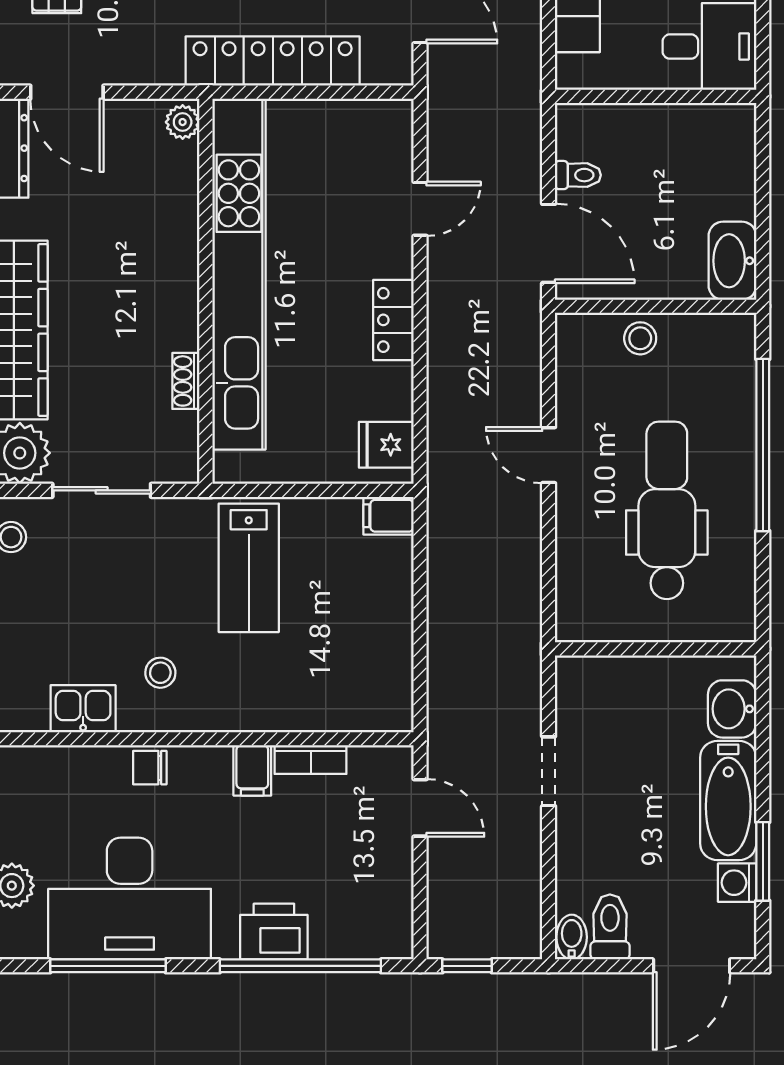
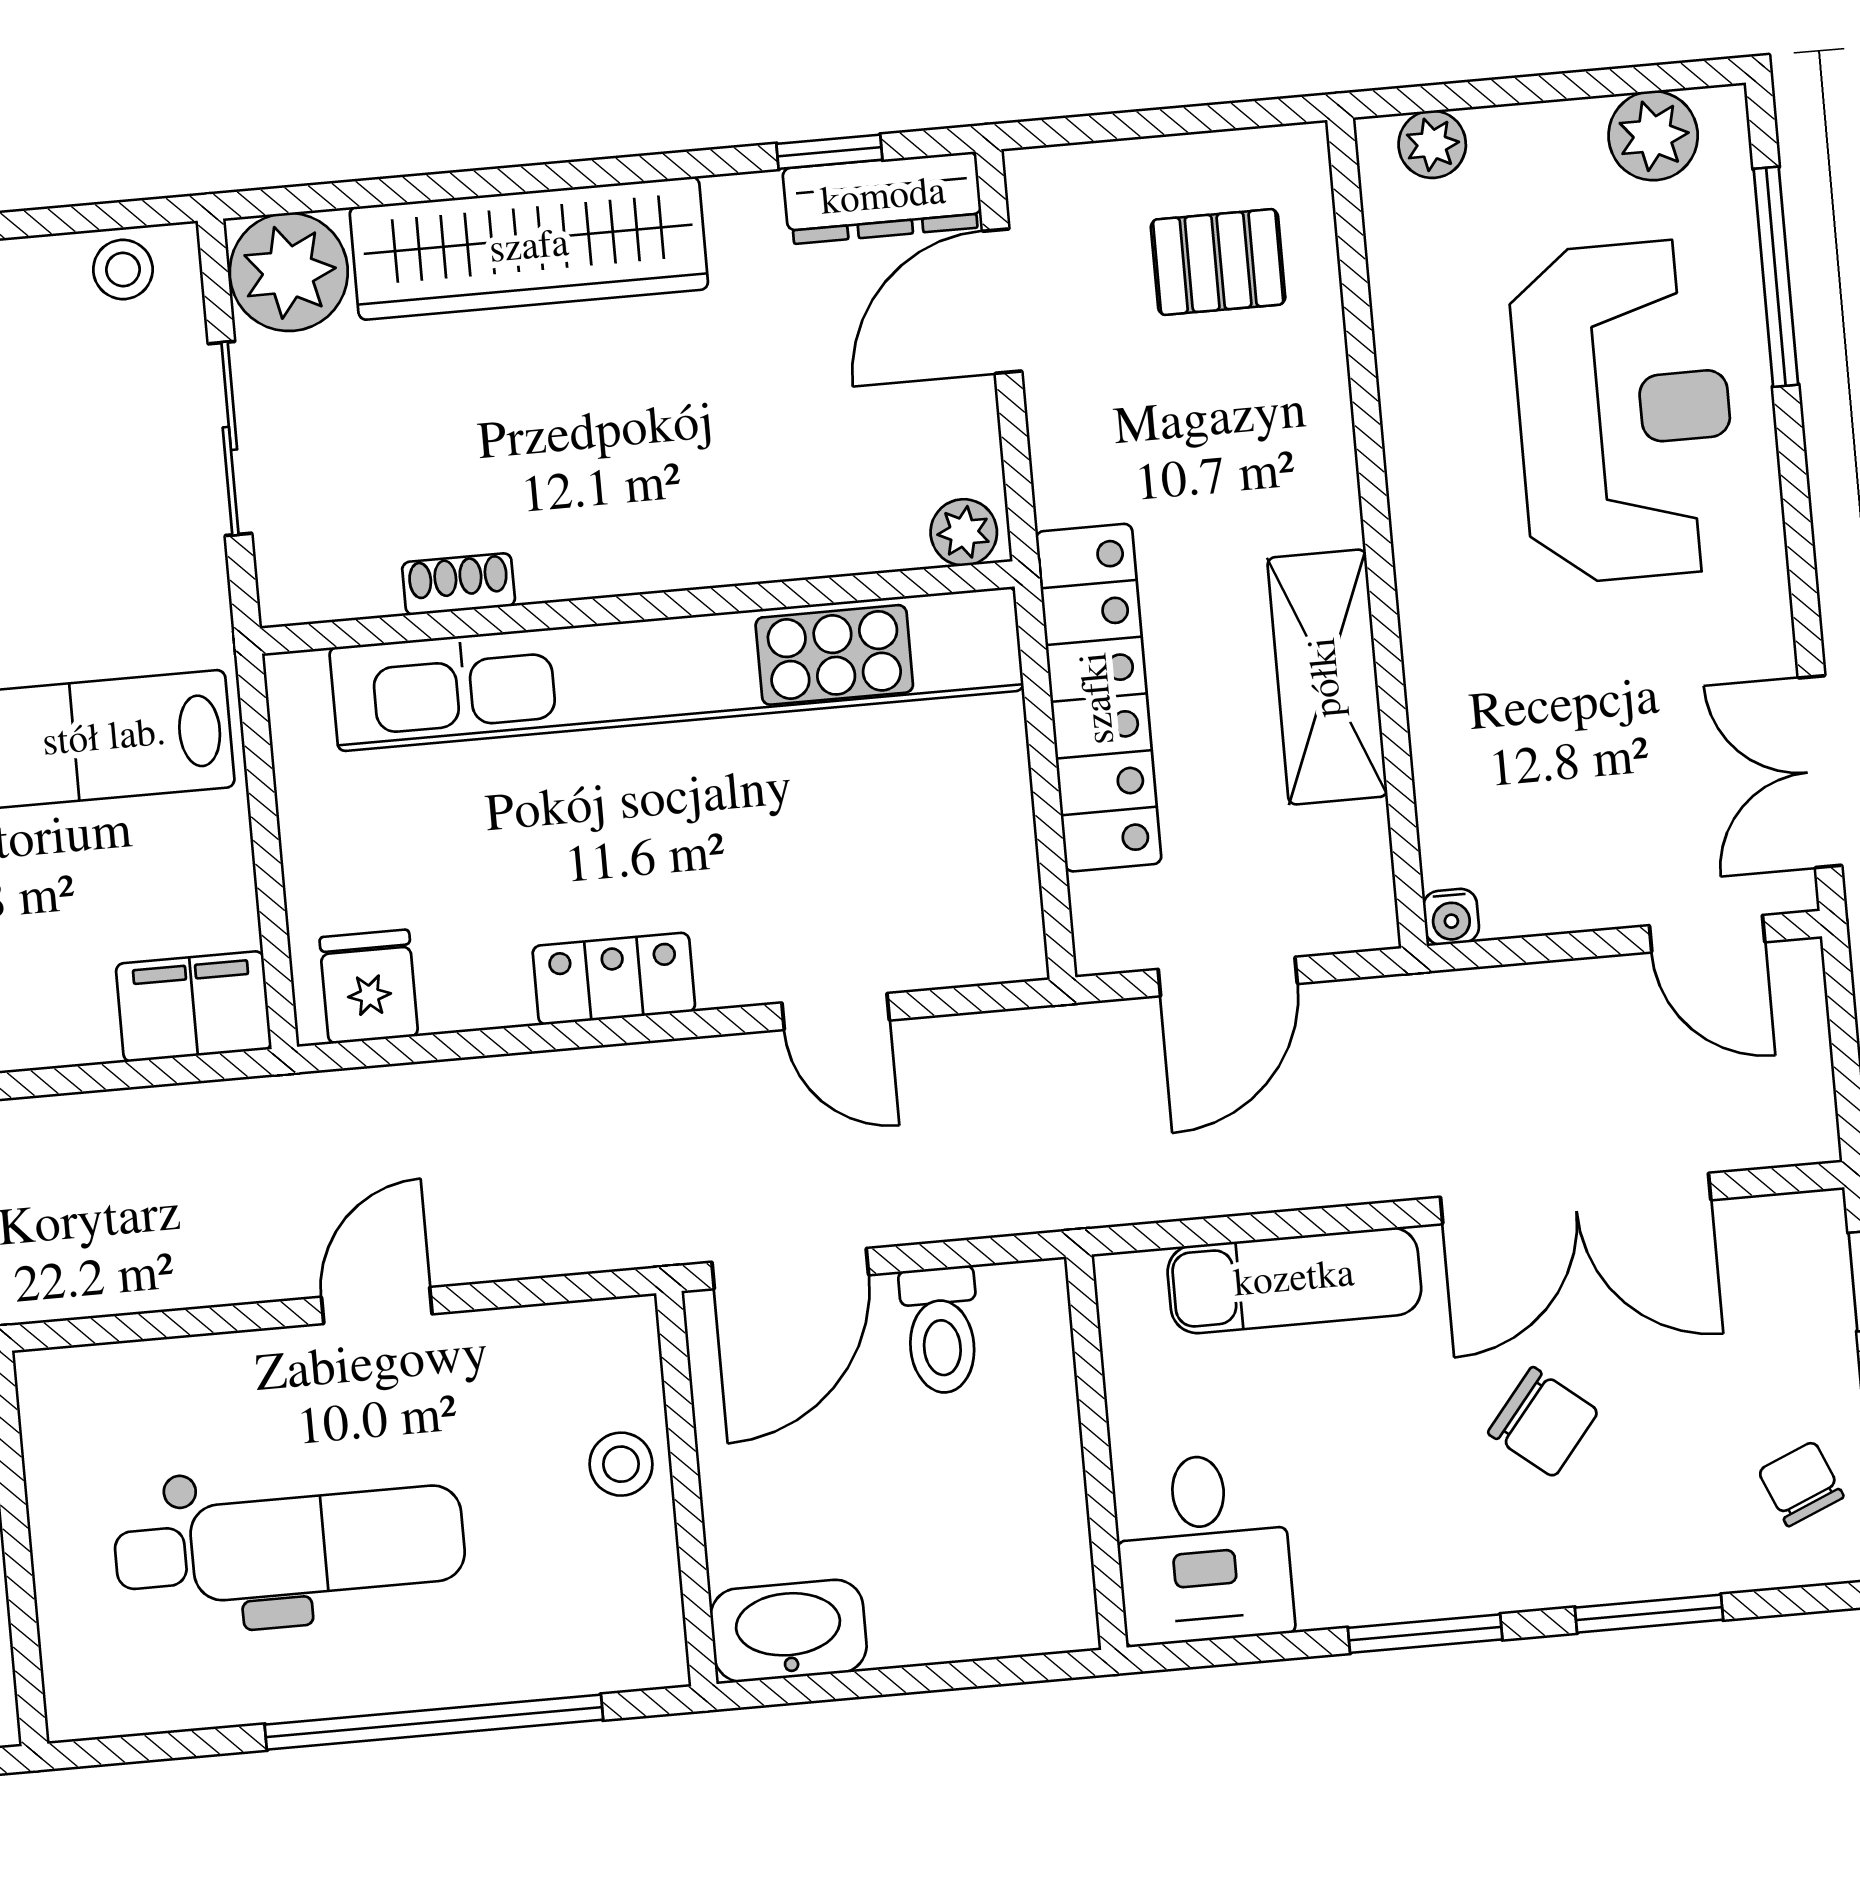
toilet: (578, 175) -> (941, 1330), width x1.37, depth x1.39
filing cabinet: (388, 516) -> (194, 1007), width x2.00

